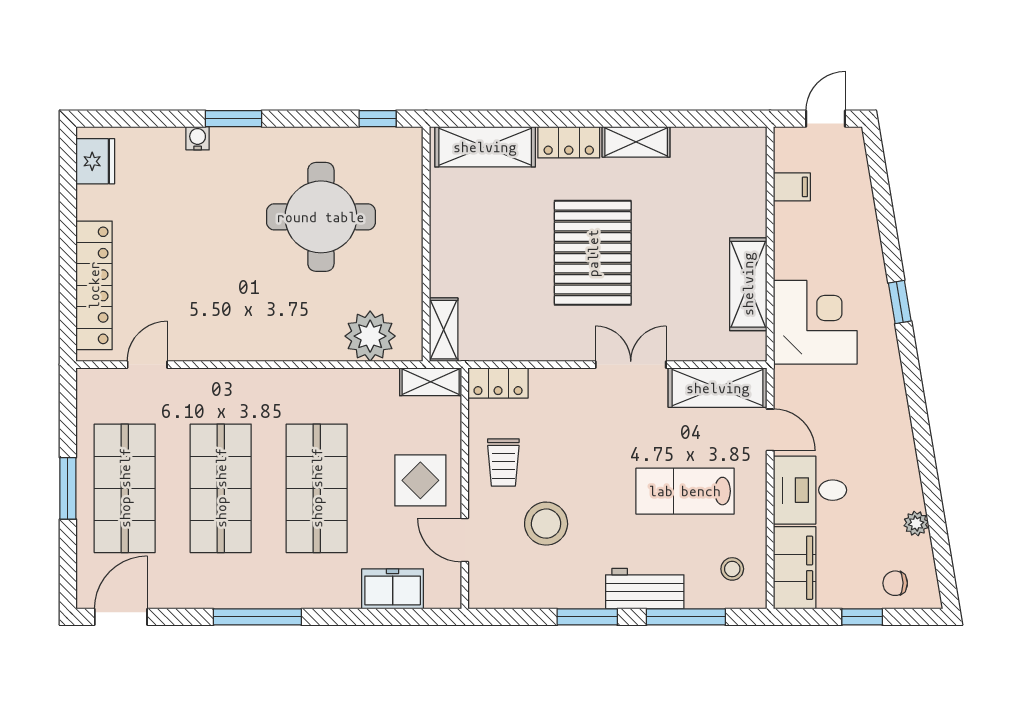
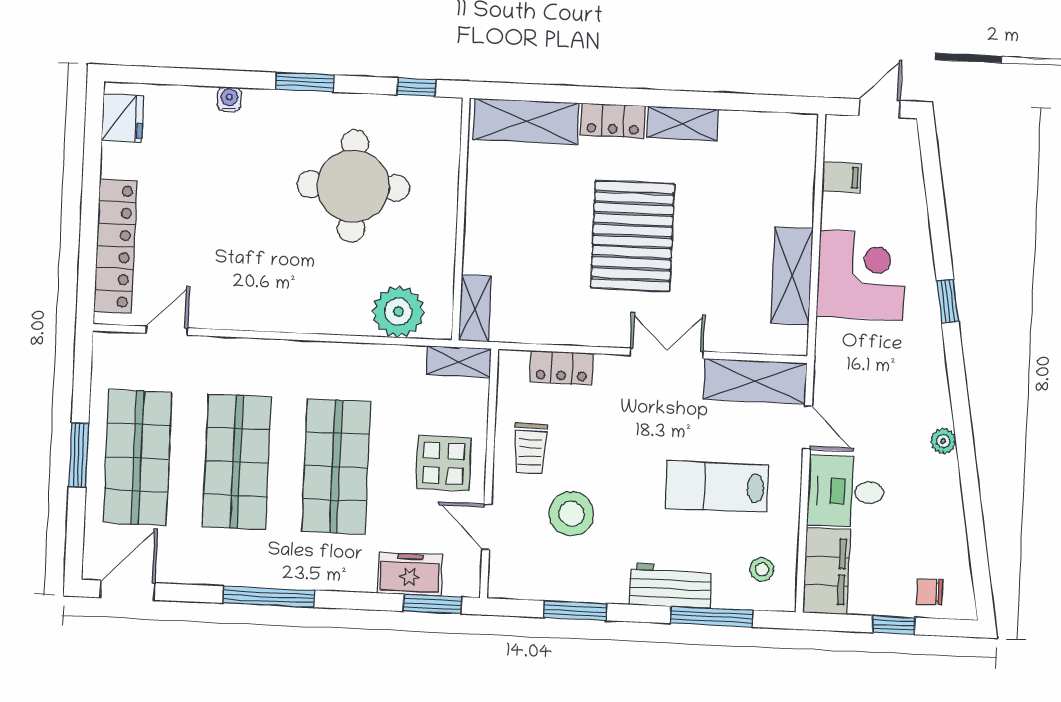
window: (233, 119) -> (305, 82), moved
corner desk: (815, 322) -> (861, 275), moved
locker: (498, 383) -> (561, 368), moved
plant: (916, 523) -> (943, 441), moved
window: (416, 617) -> (432, 604), added
window: (587, 617) -> (575, 611), moved

